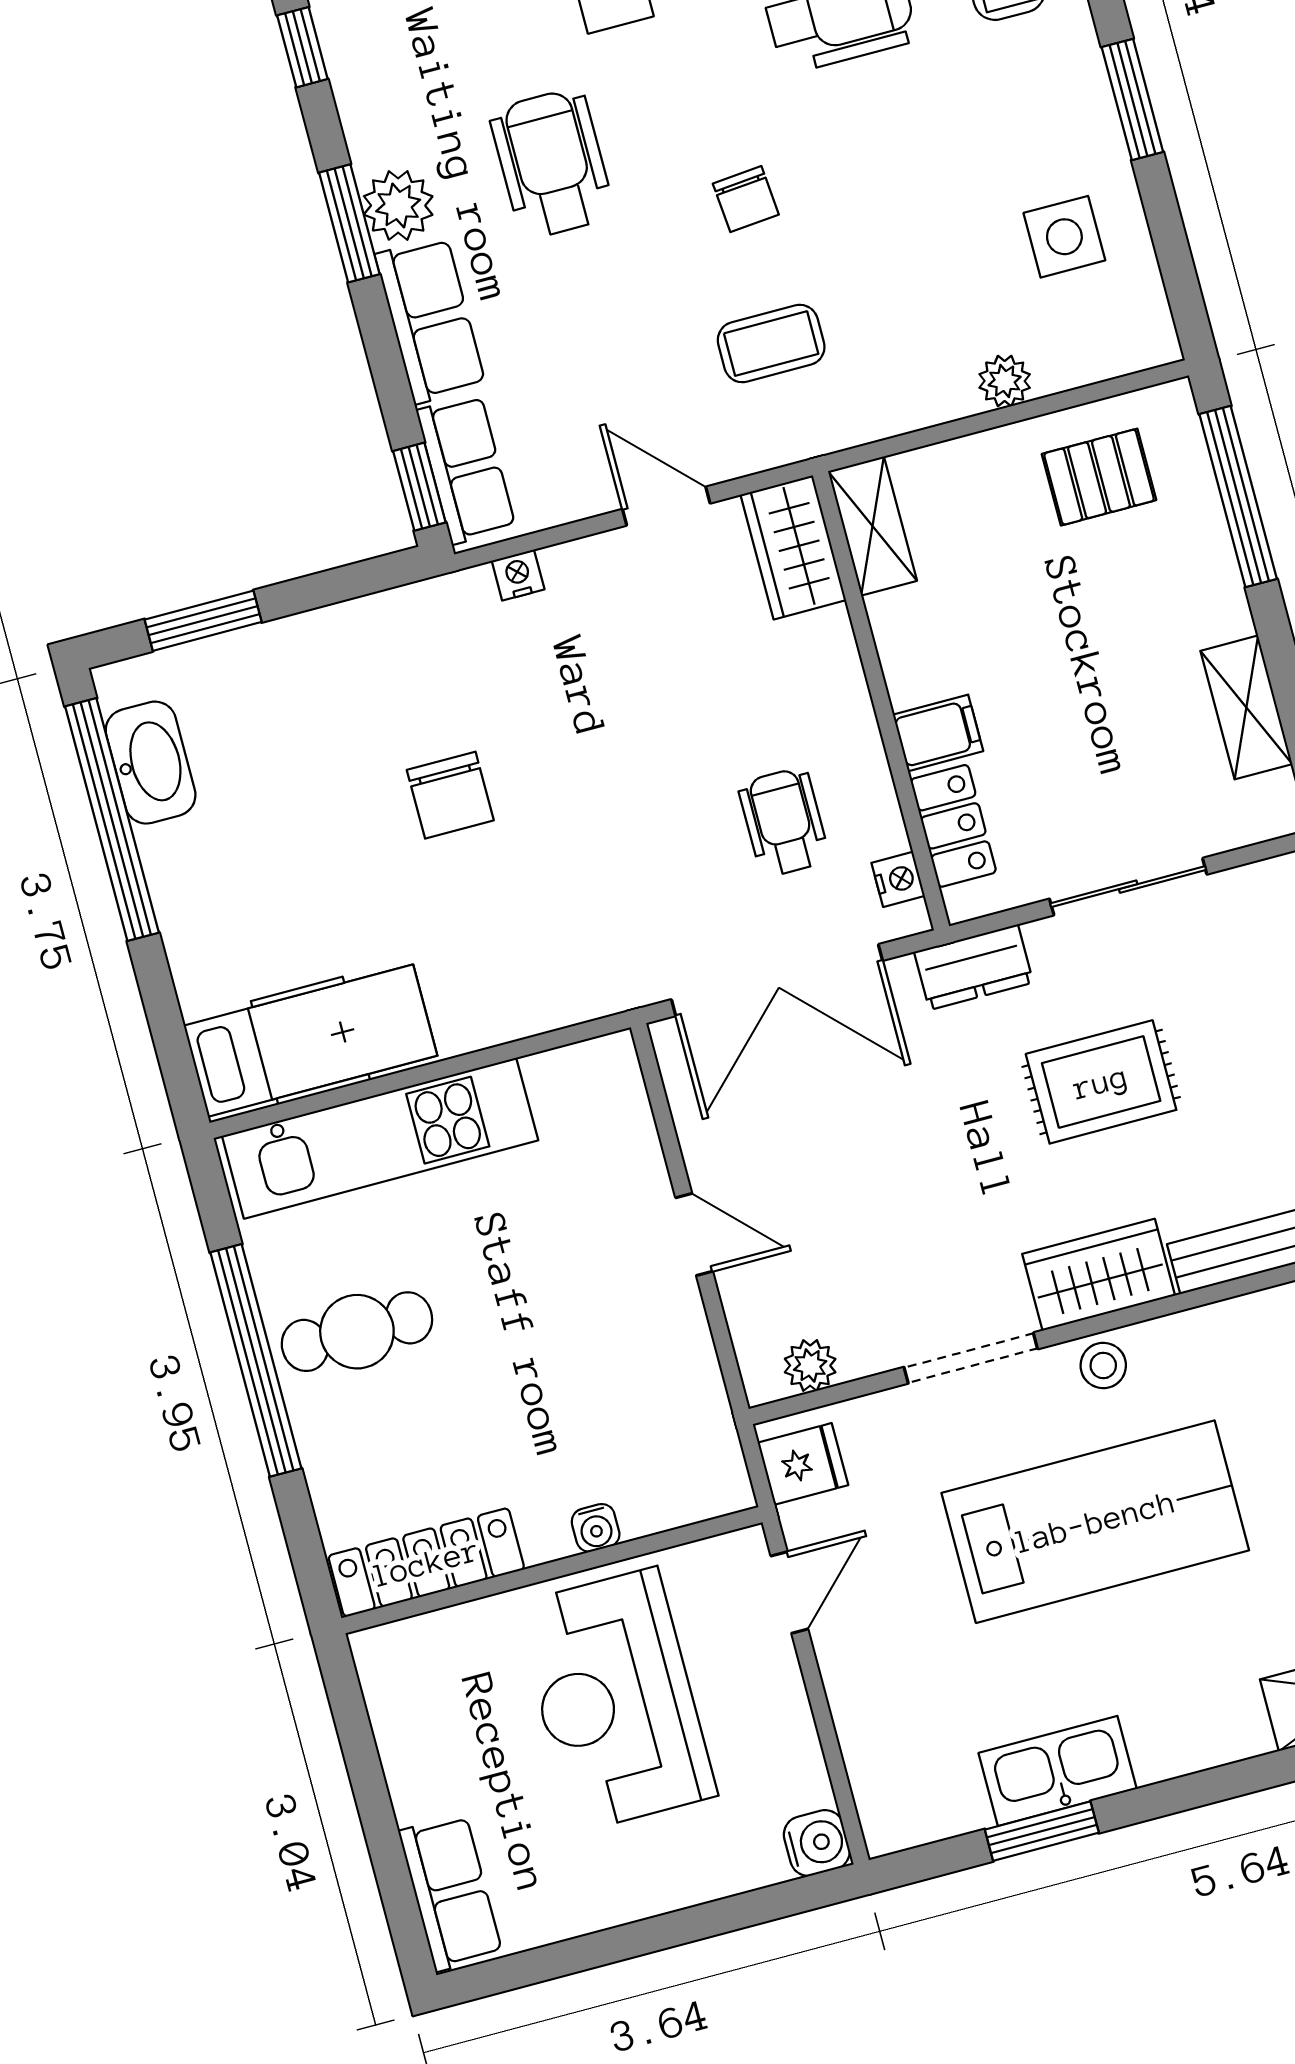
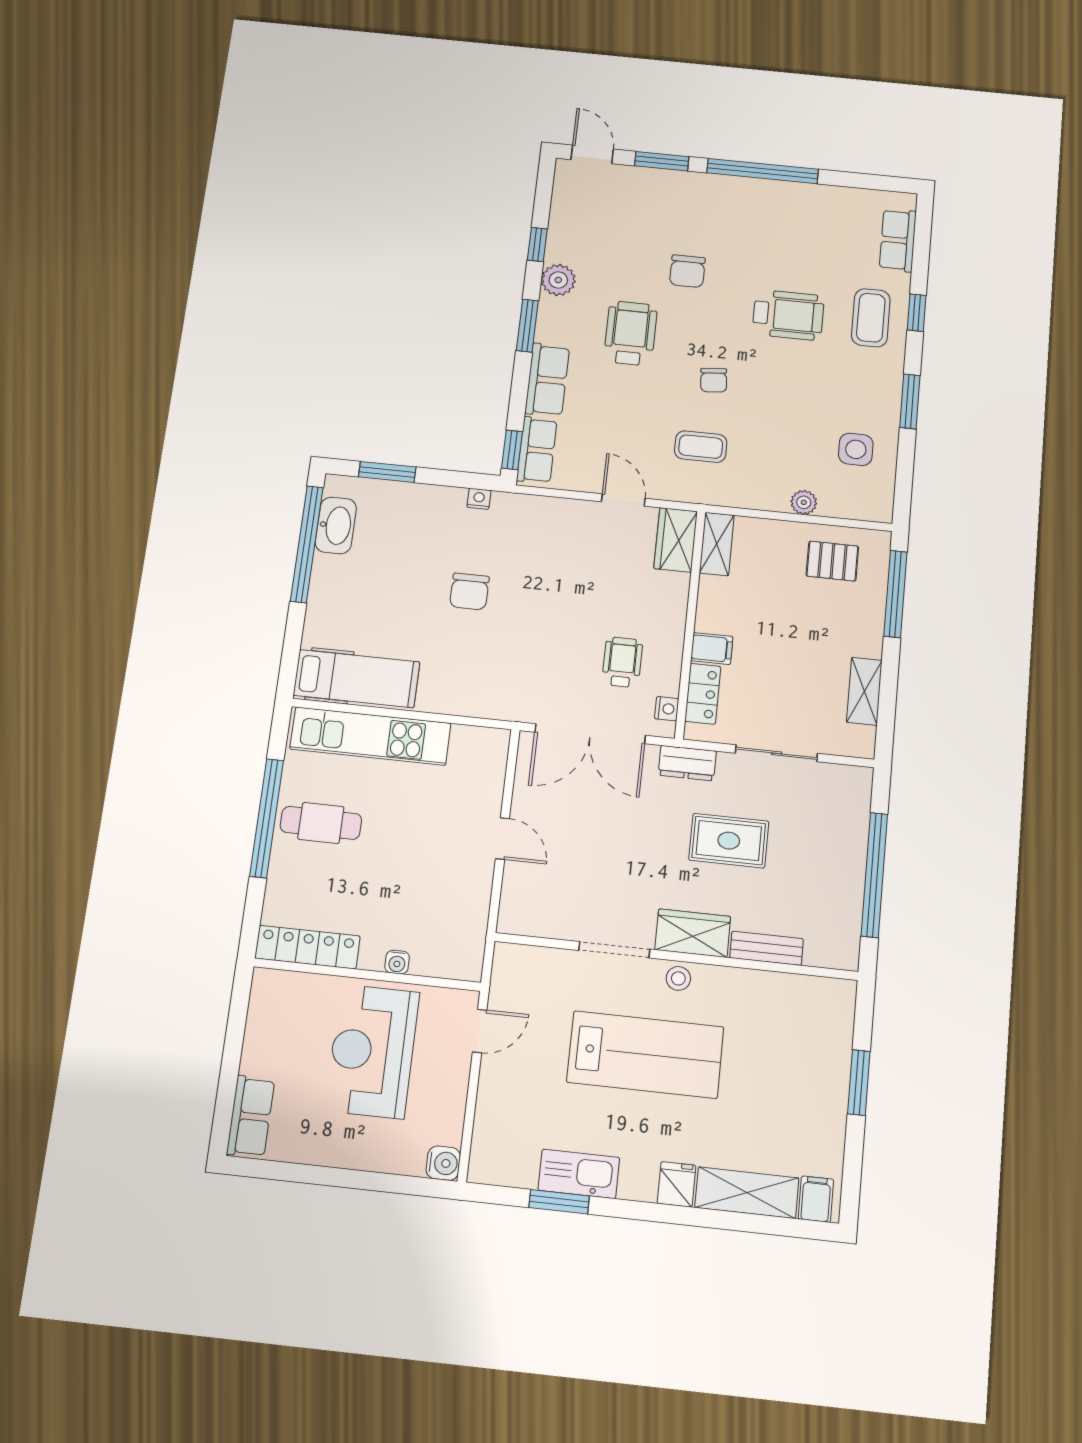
plant: (398, 205) -> (558, 280), moved
nightstand: (518, 575) -> (479, 499), moved
plant: (810, 1366) -> (534, 923), removed
fridge: (803, 1464) -> (677, 1184), moved, turned -90

